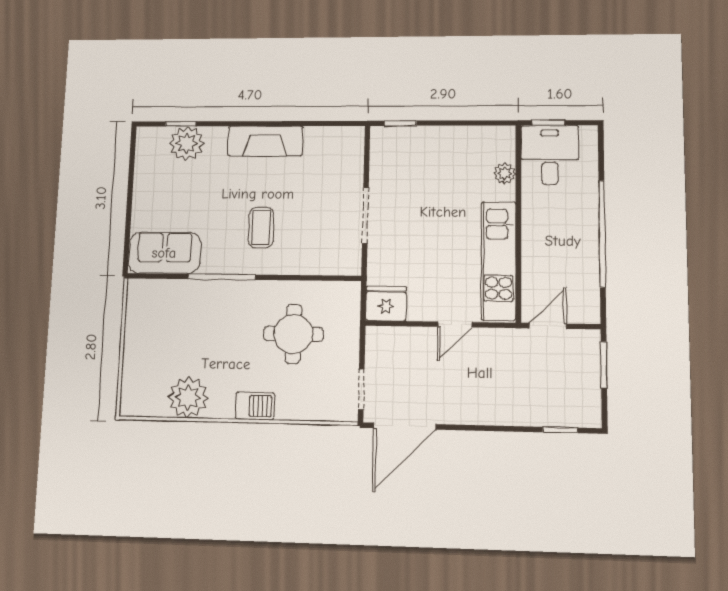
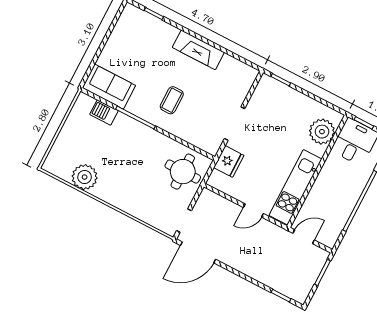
plant: (187, 143) -> (152, 27), removed
plant: (505, 174) -> (322, 132), width x1.88, depth x1.88
fridge: (386, 304) -> (229, 161), moved, turned 90
round table: (293, 334) -> (183, 172), moved
barbecue: (255, 406) -> (104, 113), moved, turned 180

